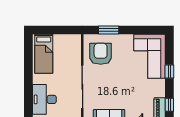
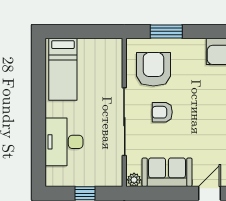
armchair: (106, 81) -> (162, 112), added

